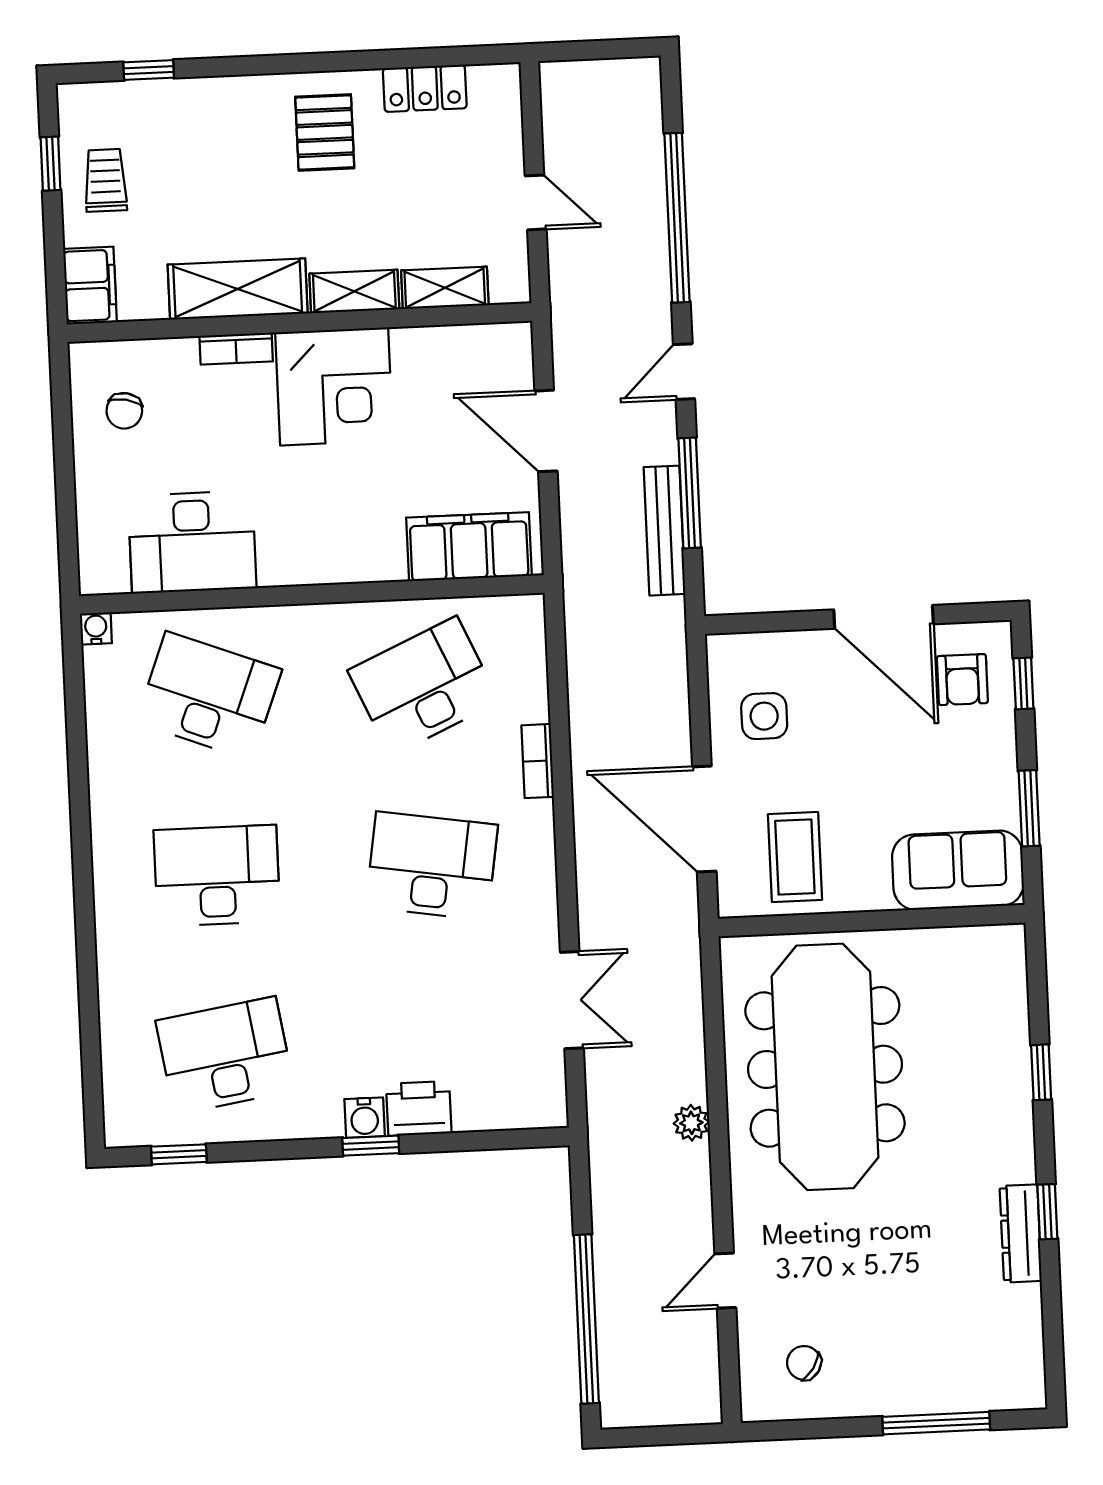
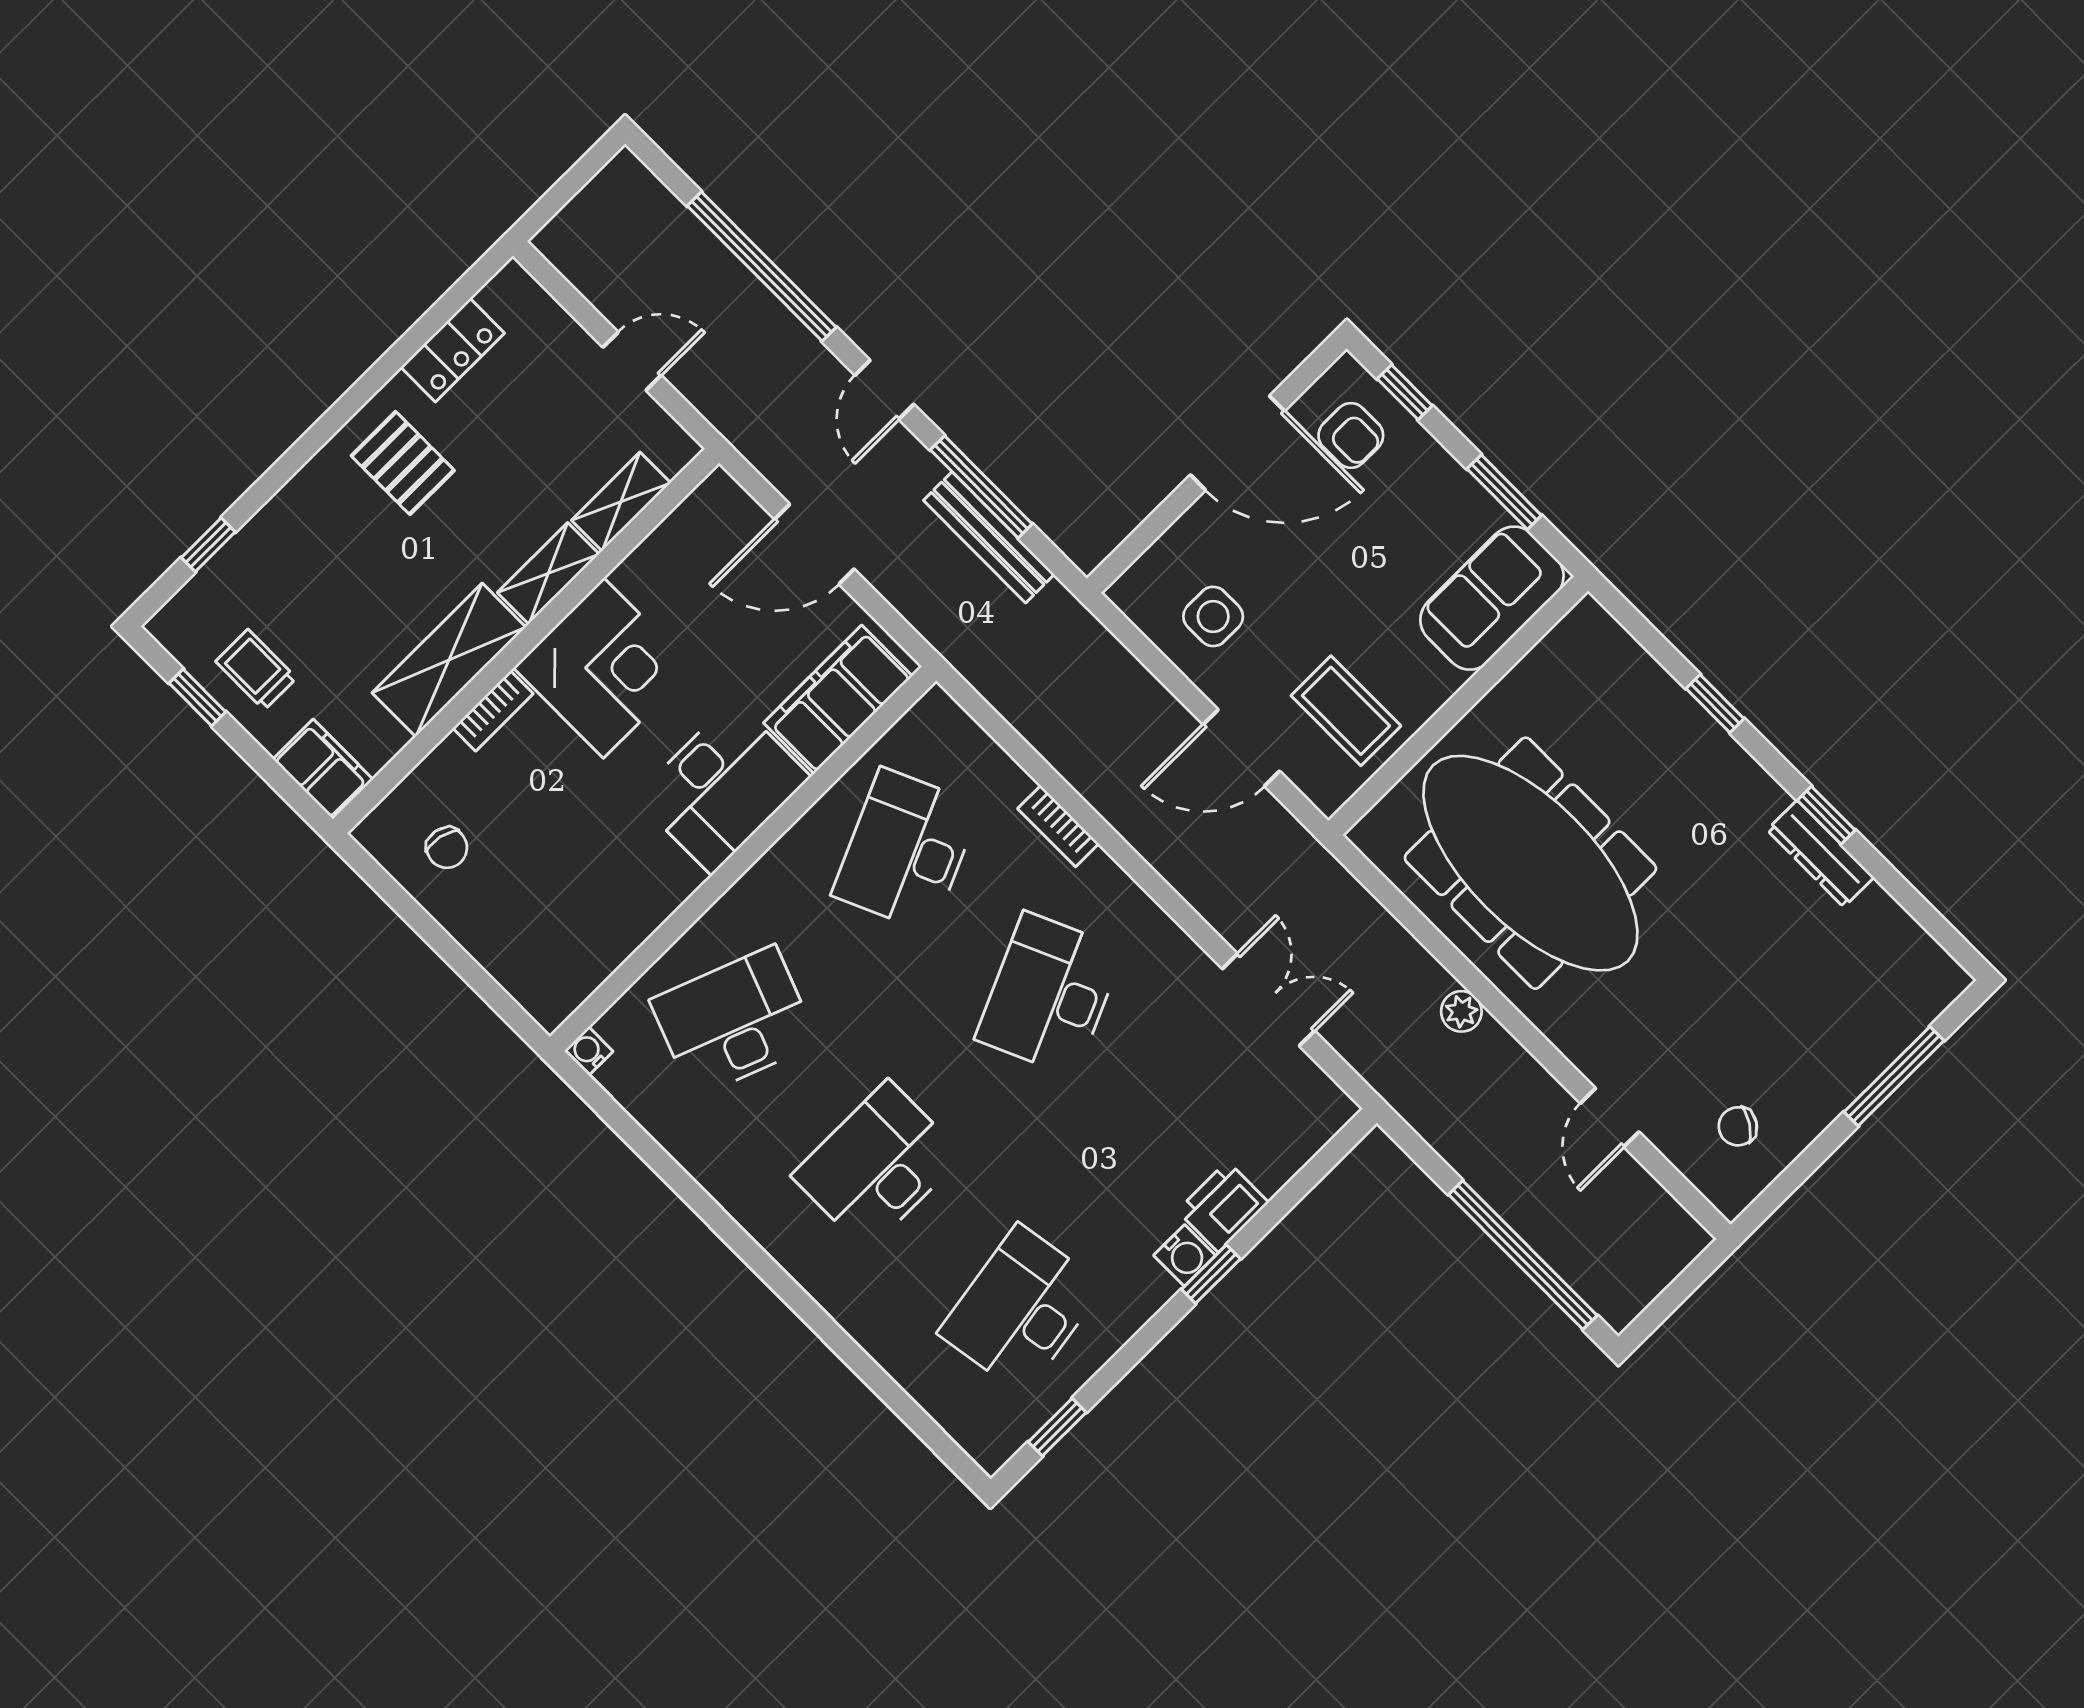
desk: (192, 542) -> (722, 787), moved
door: (704, 819) -> (1241, 748), width x0.73
desk: (432, 866) -> (1049, 994), turned -33

